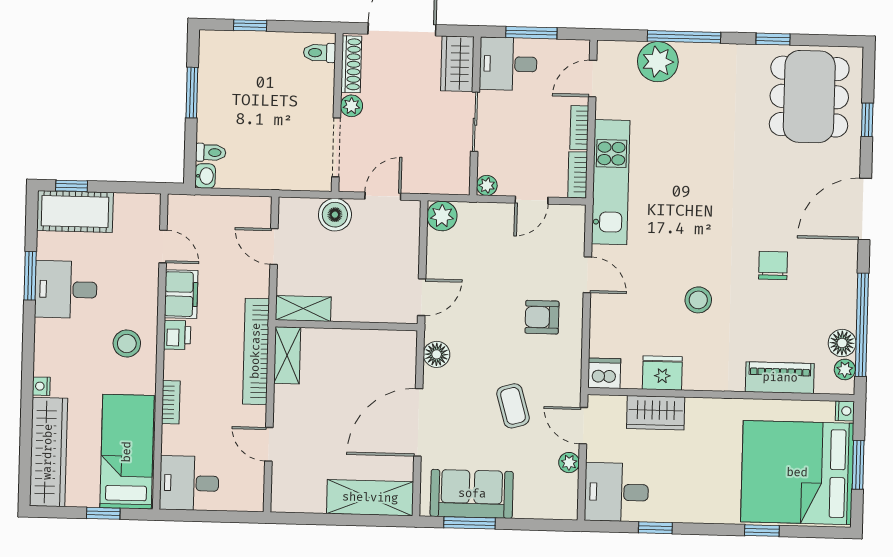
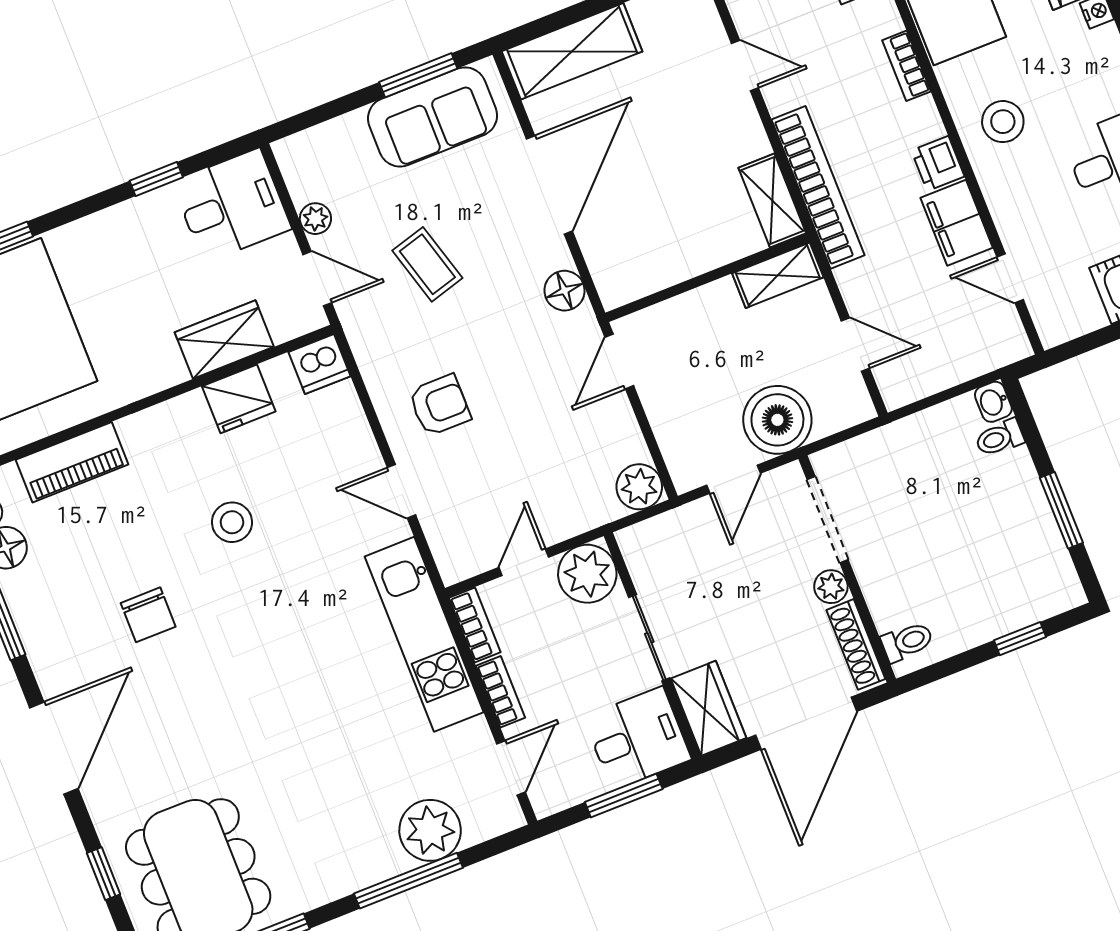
plant: (487, 185) -> (587, 574), width x1.88, depth x1.88
boiler: (335, 215) -> (777, 420), width x1.37, depth x1.37

